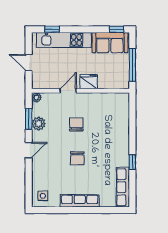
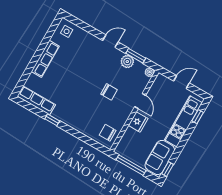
door: (29, 150) -> (110, 41), swing flipped
chair: (77, 158) -> (108, 133), moved

